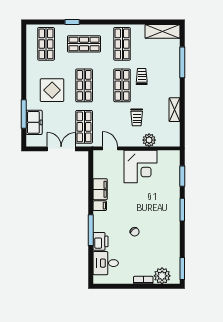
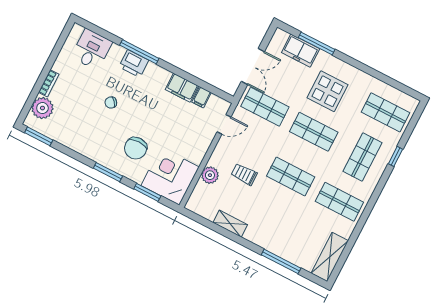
trolley: (142, 77) -> (289, 205), removed
corner desk: (140, 166) -> (170, 176), moved, turned 90
chair: (157, 199) -> (136, 148), added
filing cabinet: (100, 206) -> (202, 97), moved
printer: (101, 241) -> (134, 64), moved

